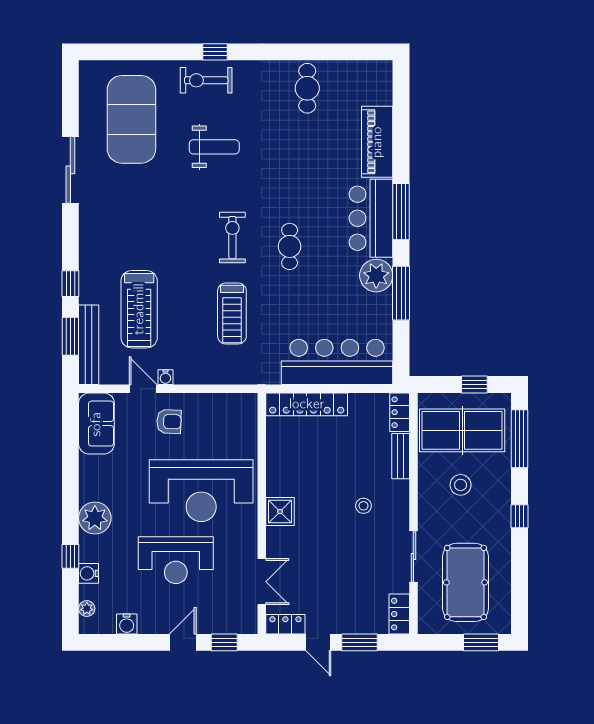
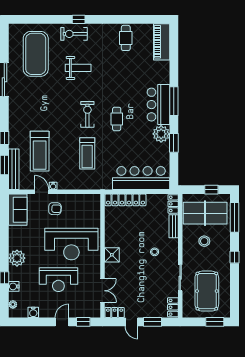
piano: (377, 142) -> (162, 42), moved
window: (401, 293) -> (174, 143), width x0.69

